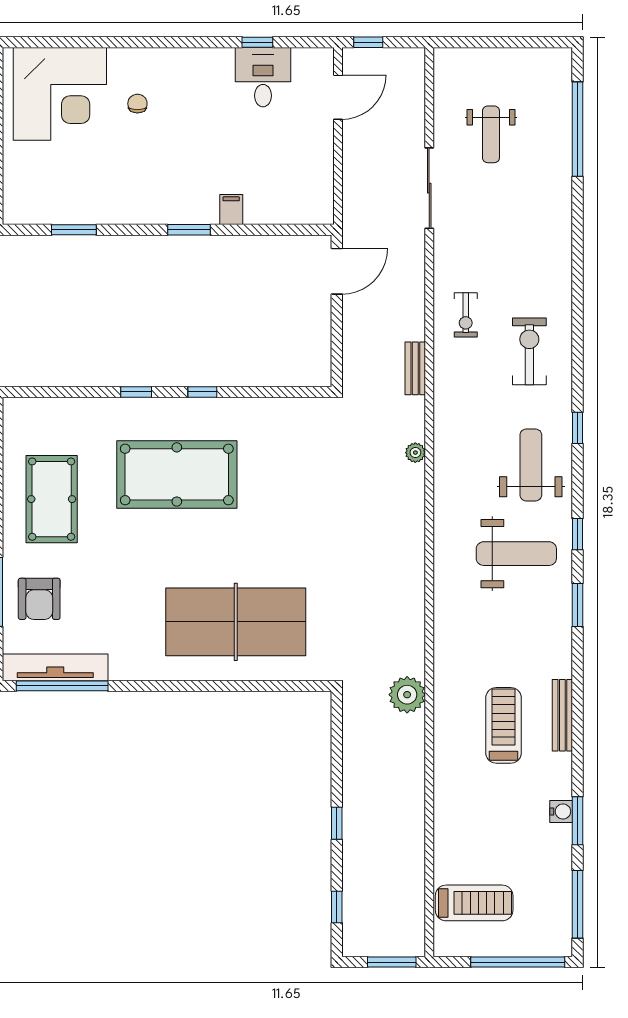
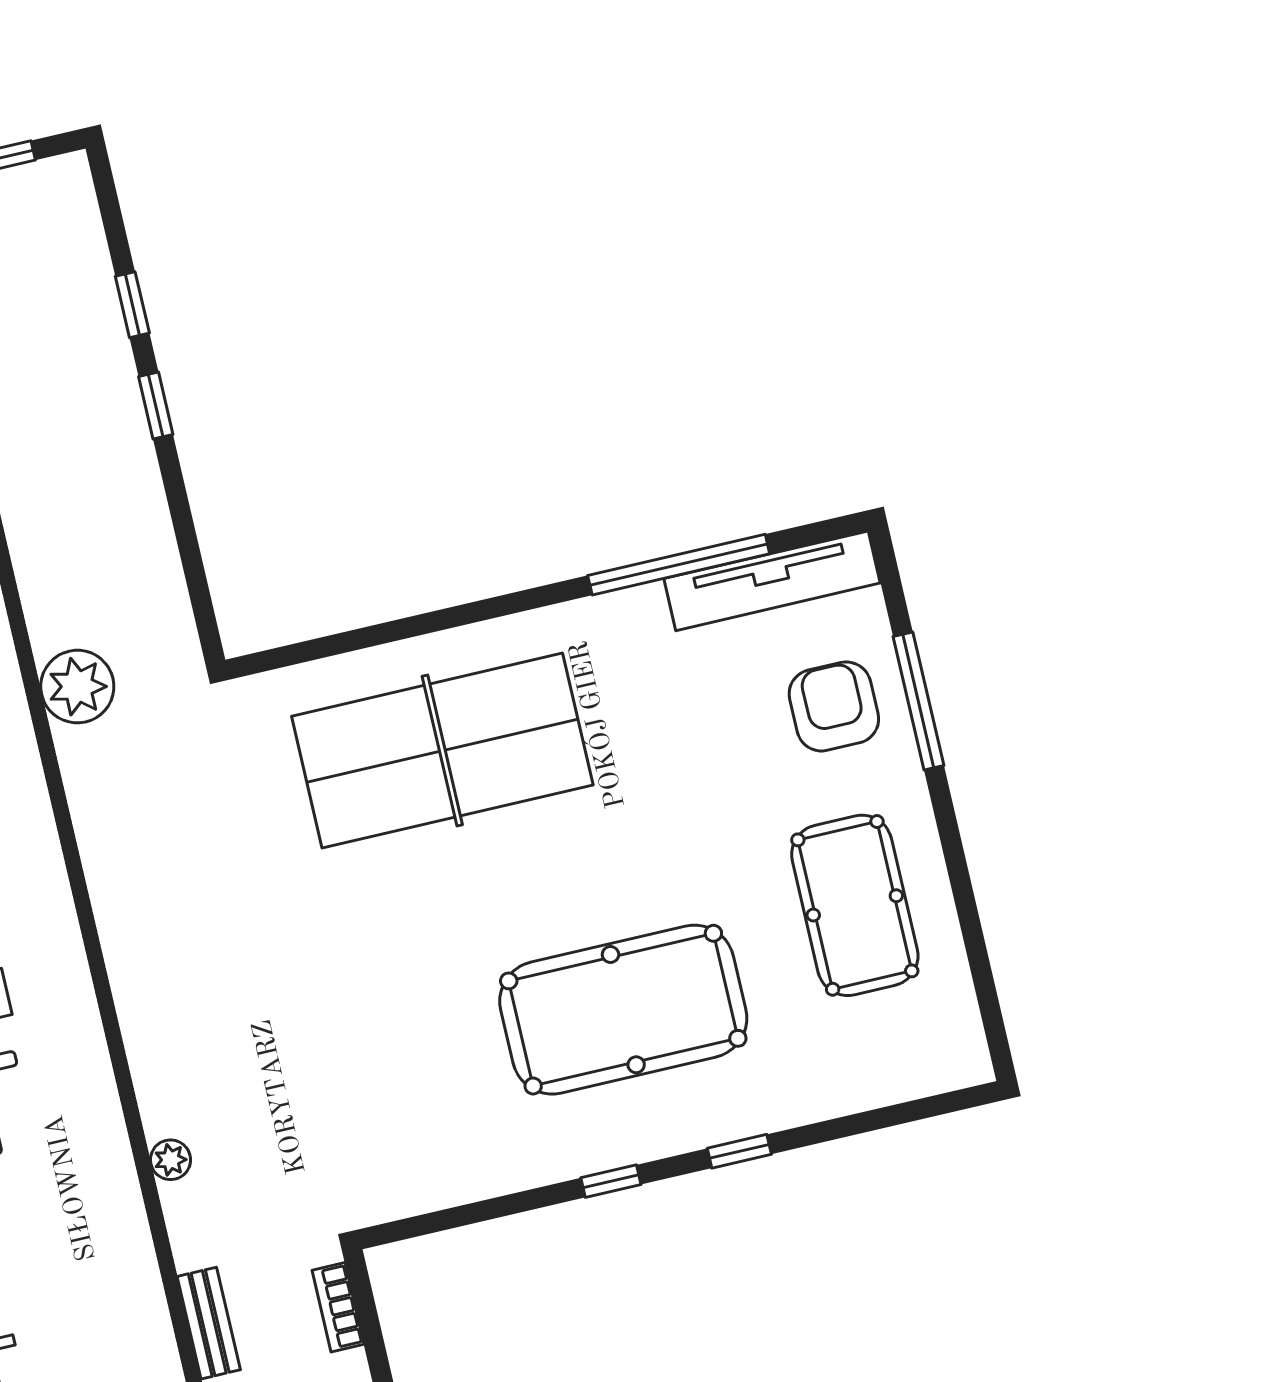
bookcase: (350, 361) -> (338, 1307), added
window: (62, 686) -> (679, 565), moved
window: (337, 907) -> (132, 305), moved

